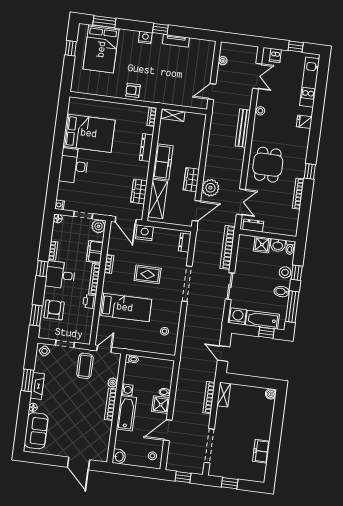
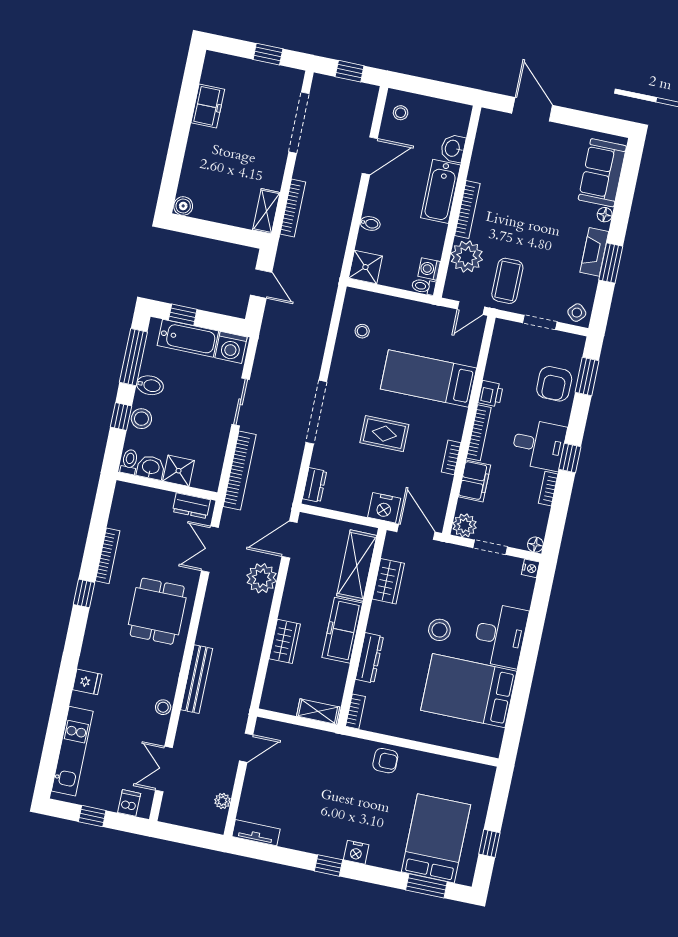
tv unit: (176, 41) -> (256, 833), moved
stool: (108, 166) -> (439, 630), added
wardrobe: (191, 180) -> (285, 641), moved
plant: (113, 383) -> (467, 256), width x1.88, depth x1.88
washing machine: (127, 390) -> (429, 269), moved
shower: (161, 405) -> (365, 267), moved
washbasin: (119, 457) -> (453, 148), moved

